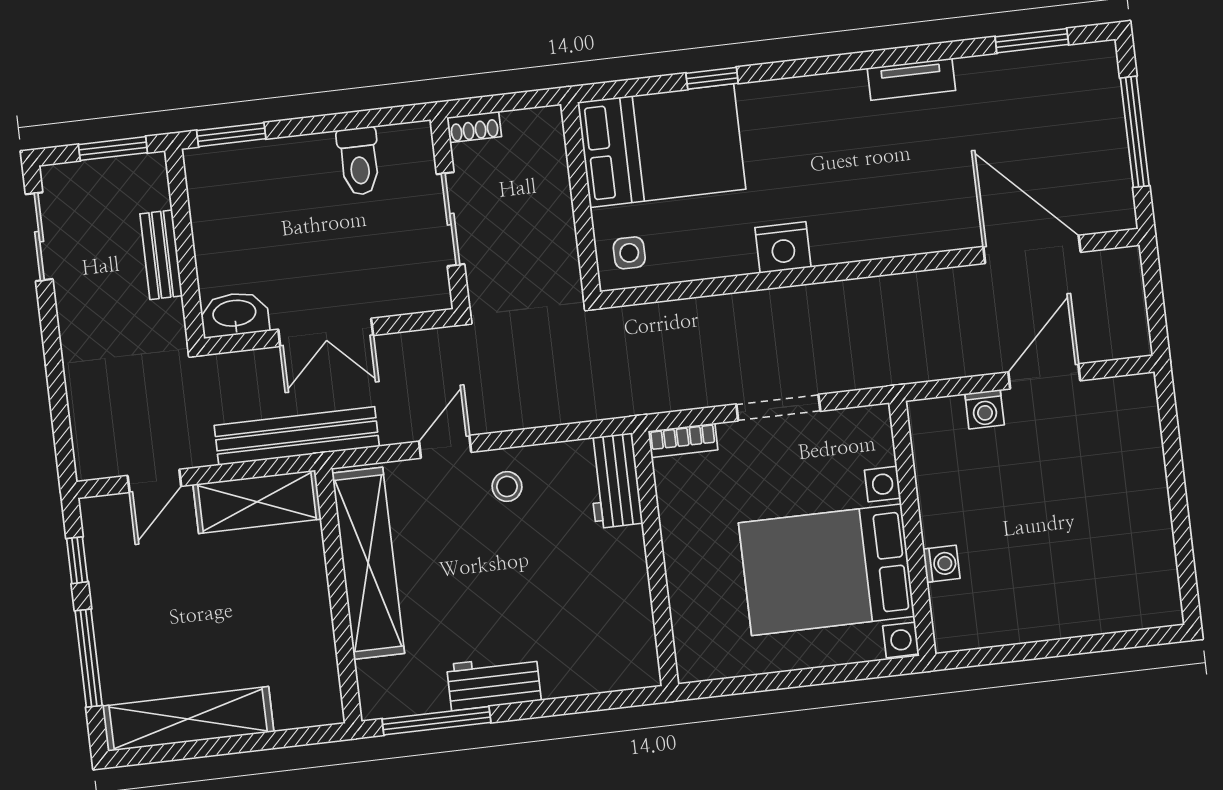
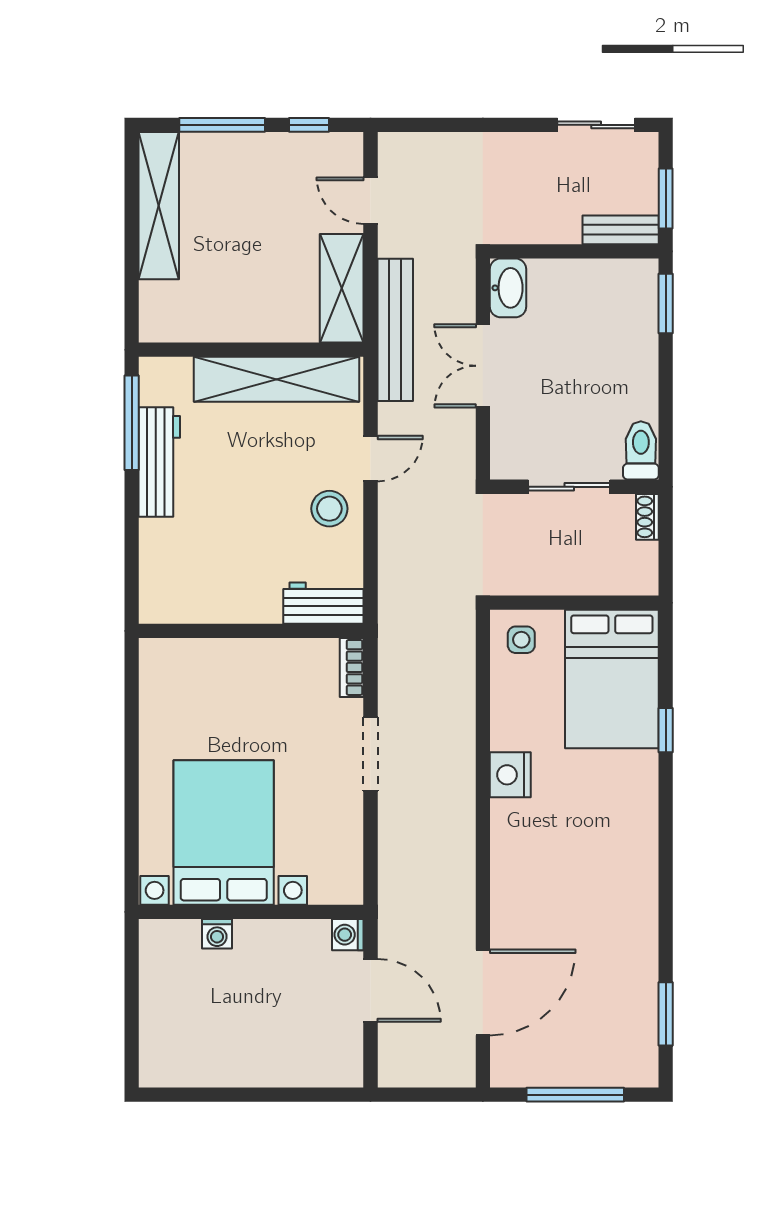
tv unit: (911, 79) -> (644, 904), removed
toilet: (359, 161) -> (641, 450), moved, turned 90
bench: (161, 255) -> (621, 230), moved
door: (445, 447) -> (371, 459), hinge flipped
stool: (507, 486) -> (329, 509), width x1.37, depth x1.37
wall: (912, 528) -> (251, 912), moved
washing machine: (941, 564) -> (217, 934), moved
bed with nightstands: (826, 570) -> (224, 832), moved
workbench: (494, 682) -> (159, 462), width x1.37

